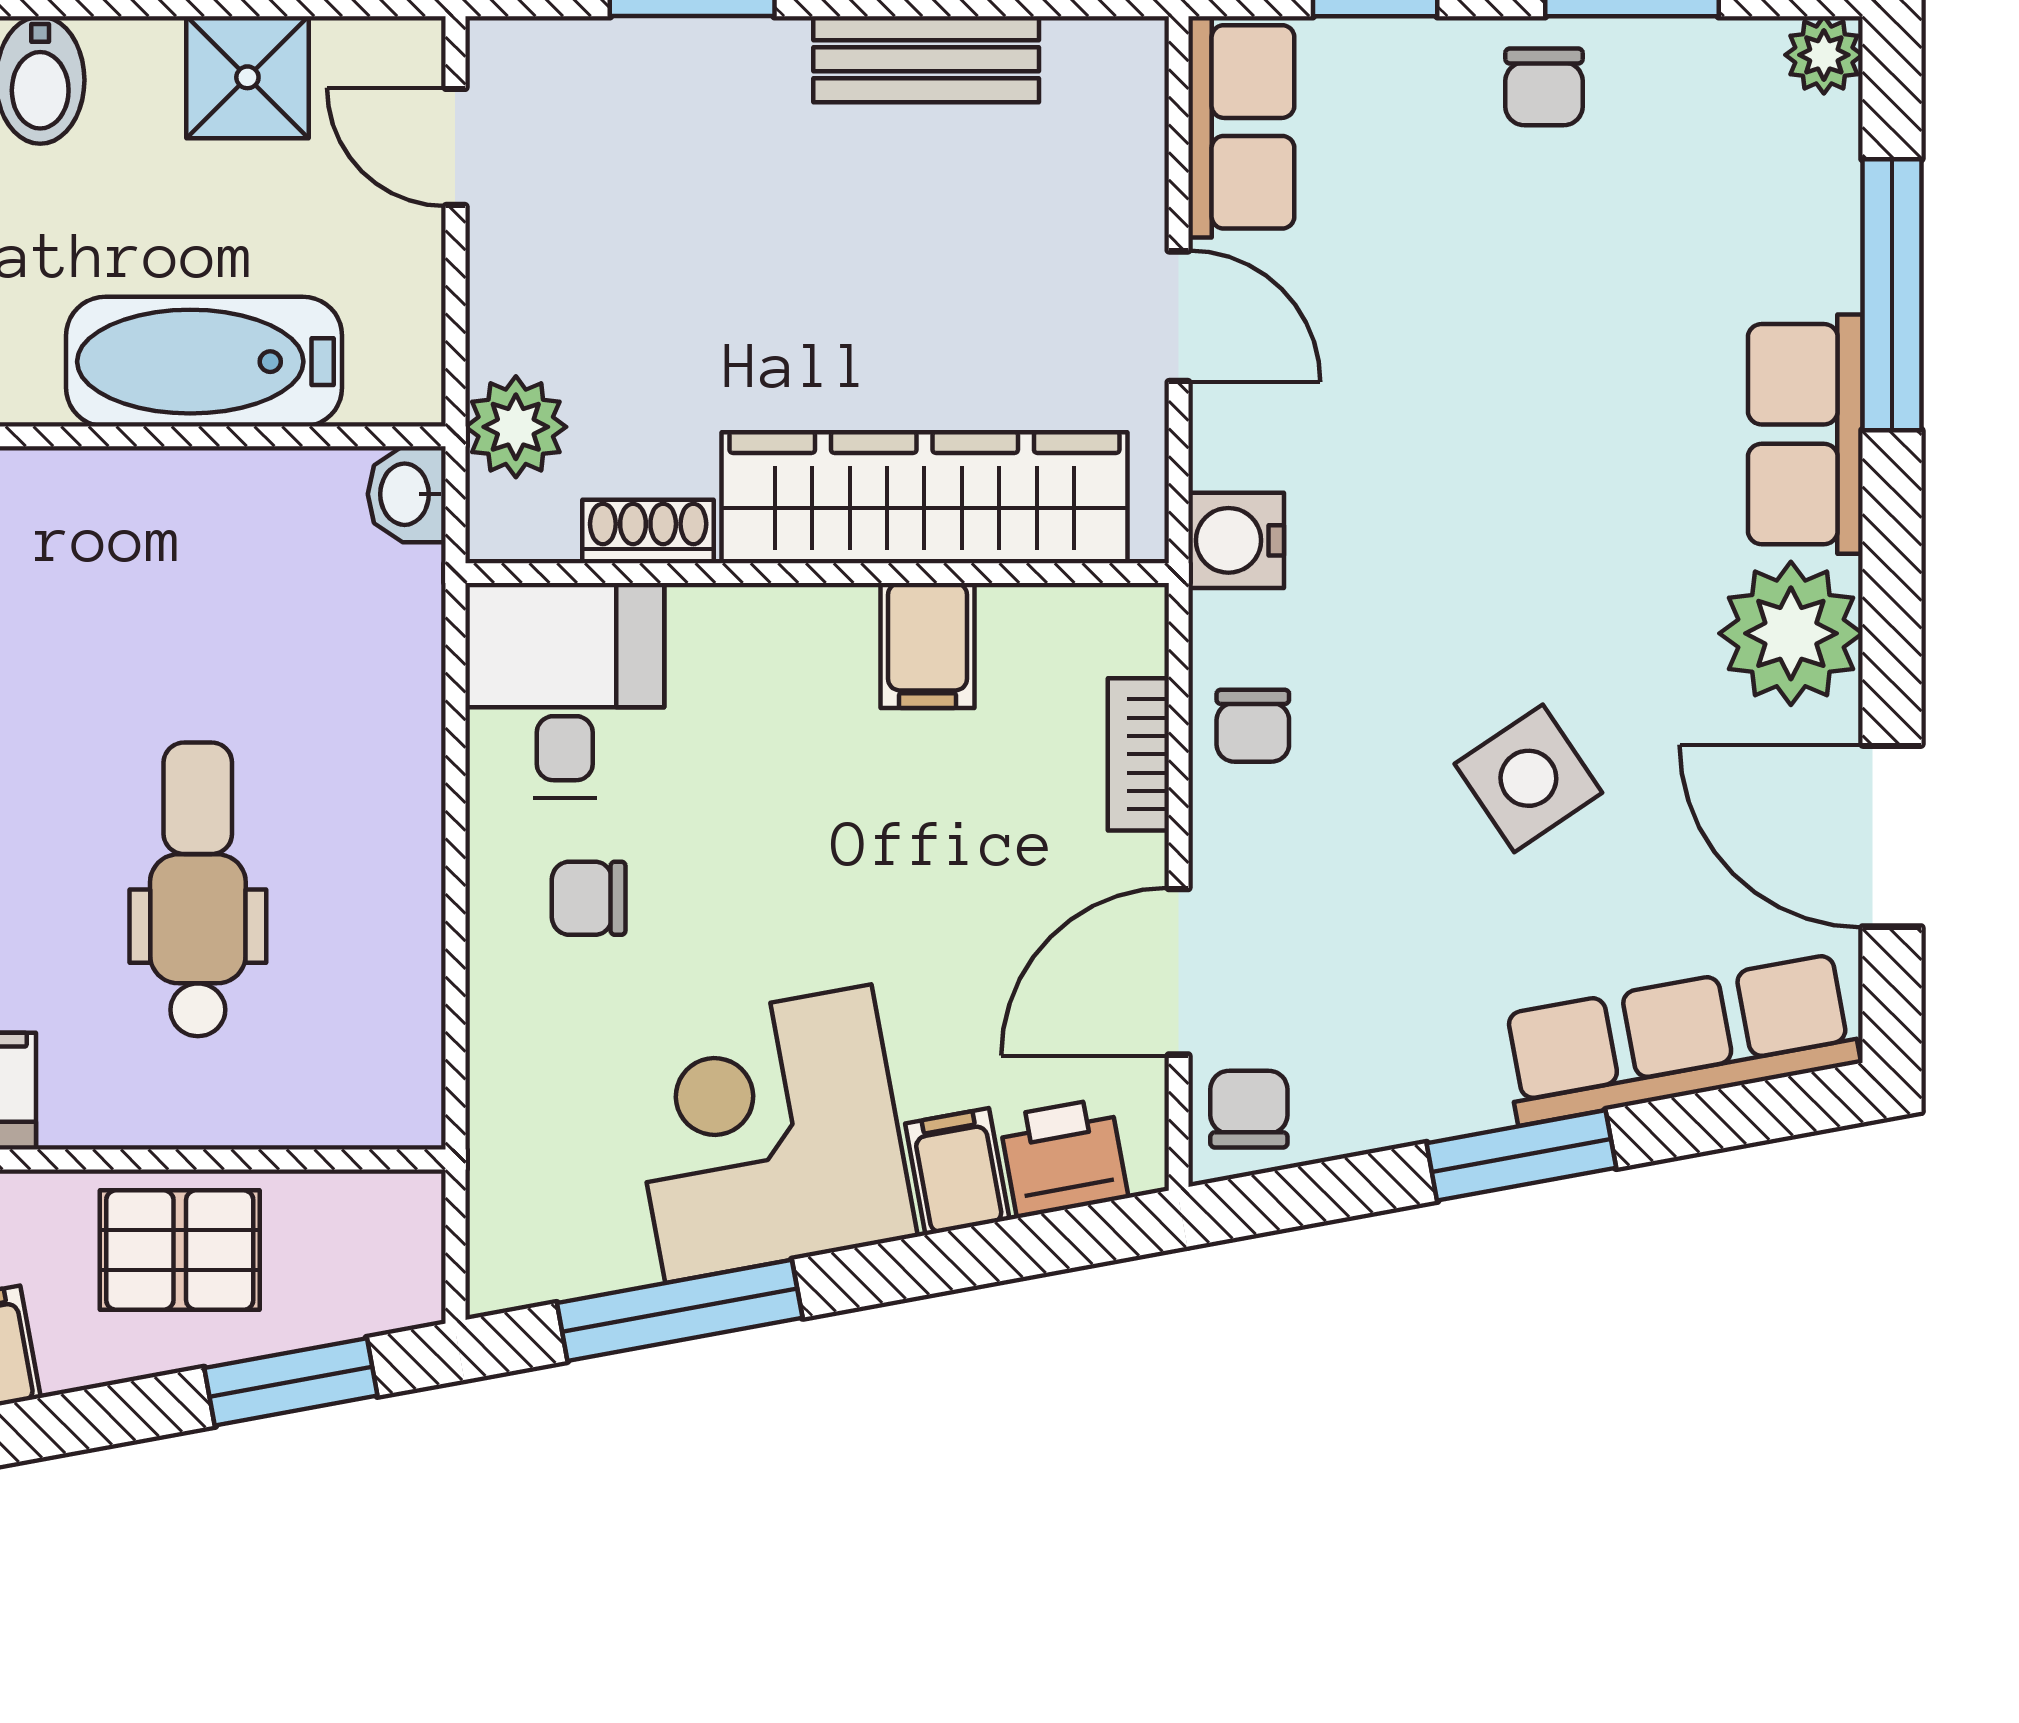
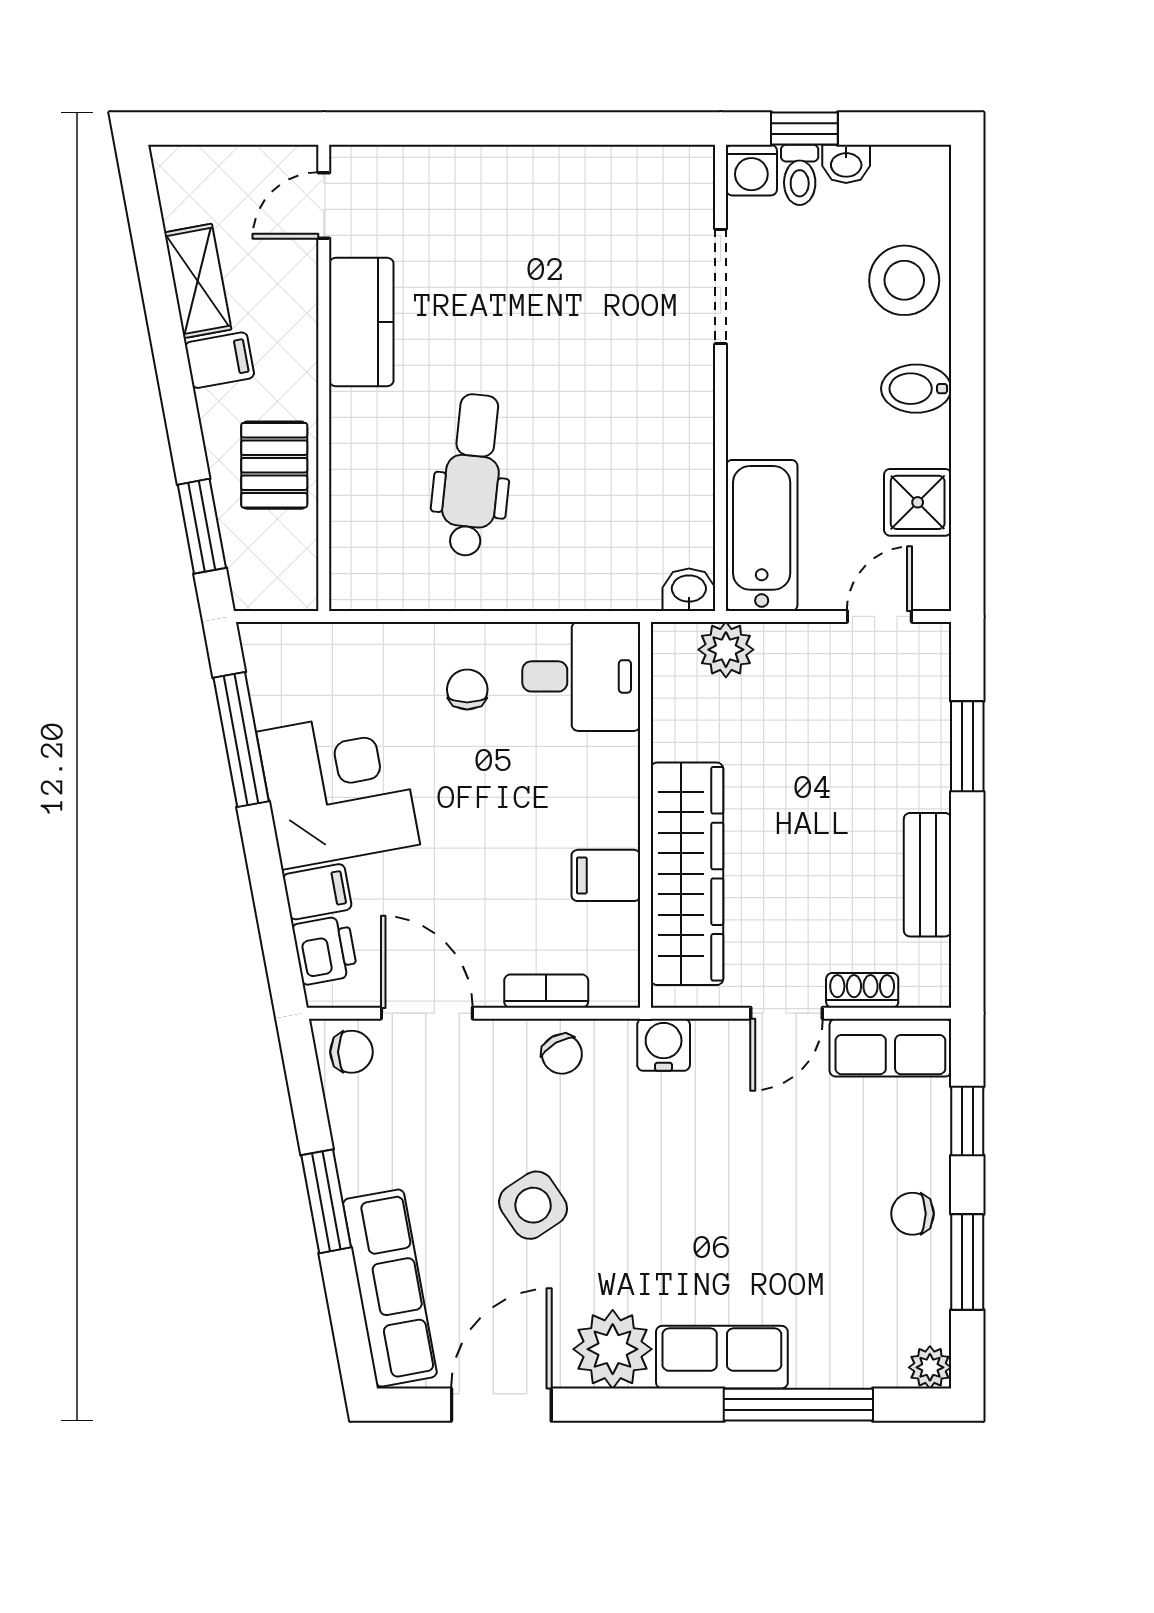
bathtub: (204, 362) -> (762, 535), moved
shoe rack: (648, 532) -> (862, 990), moved, turned -90
chair: (1253, 726) -> (562, 1054), turned -120
dental chair: (198, 889) -> (472, 475), turned -84

